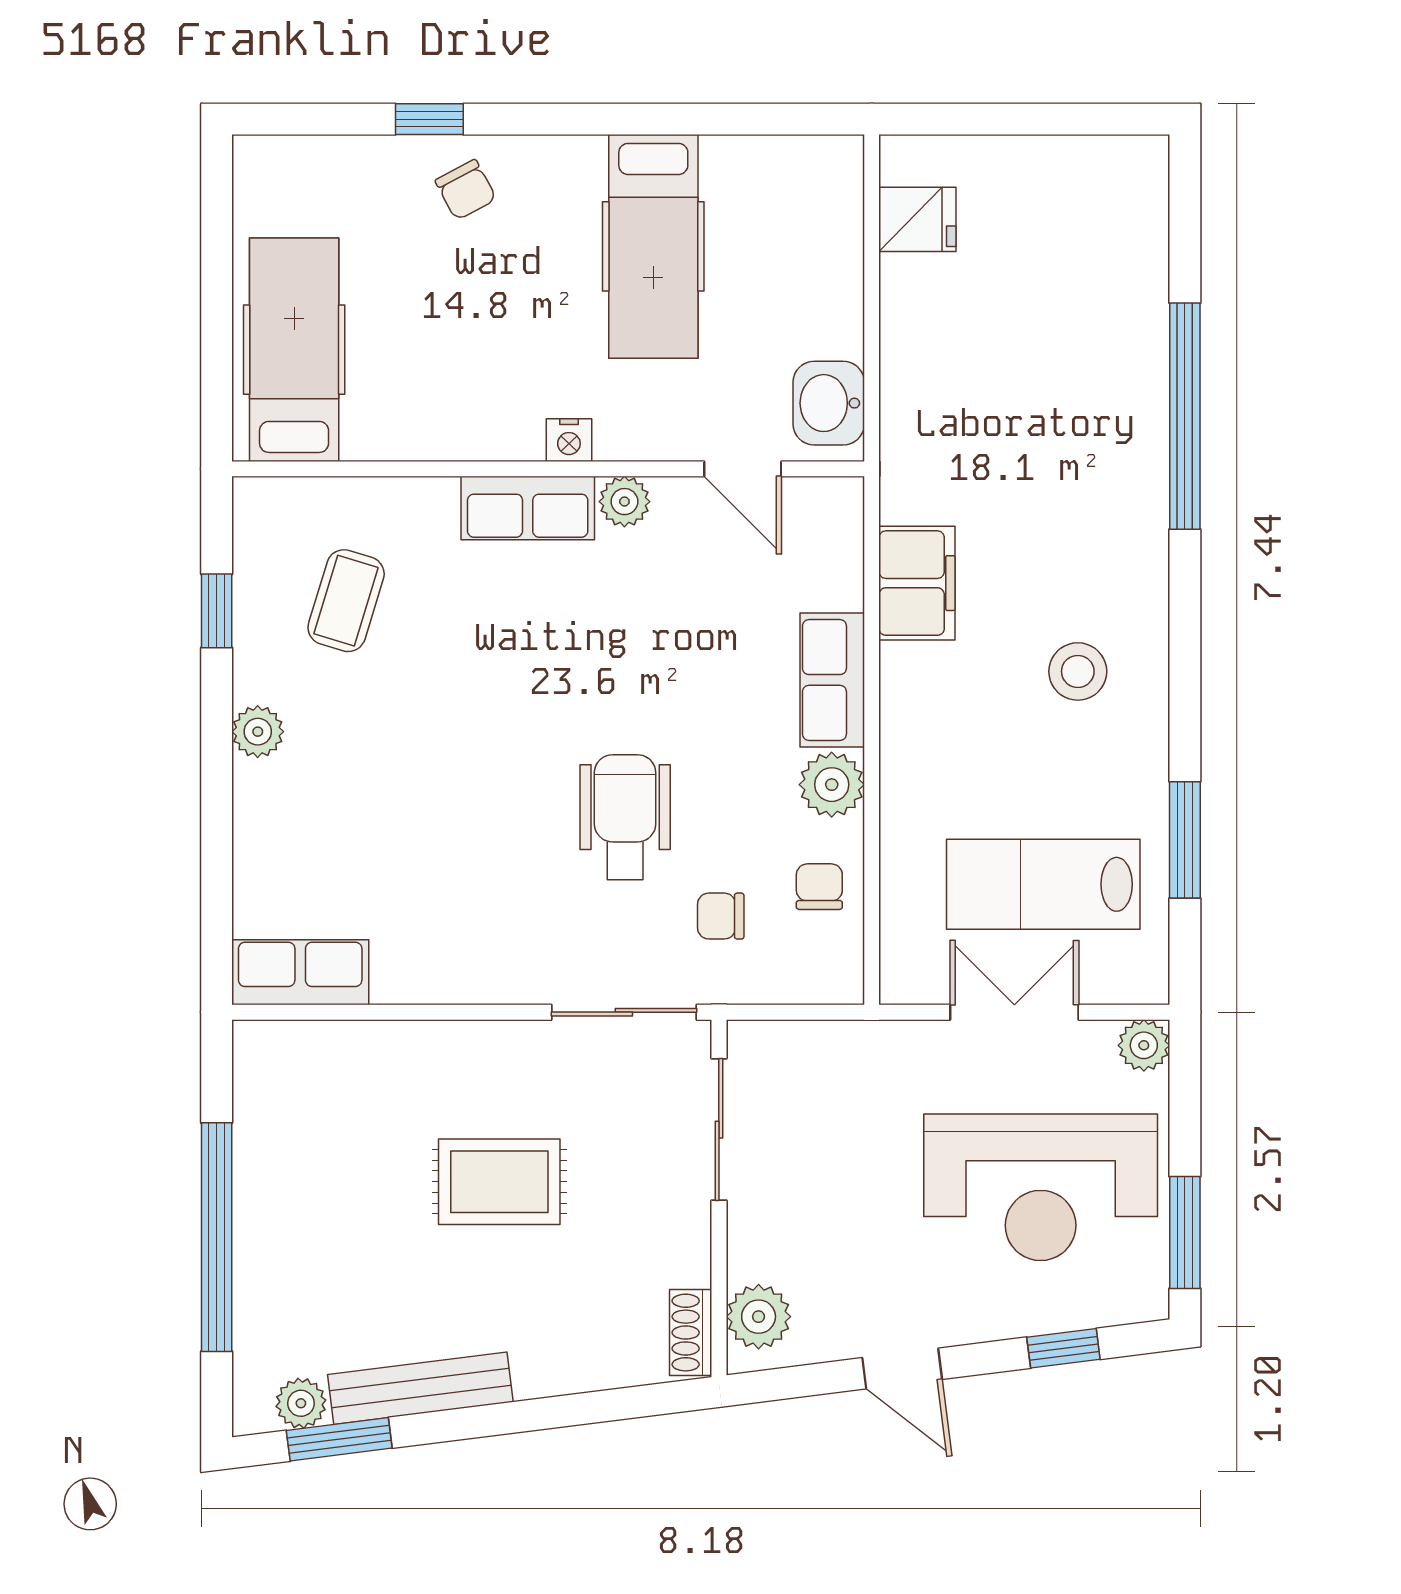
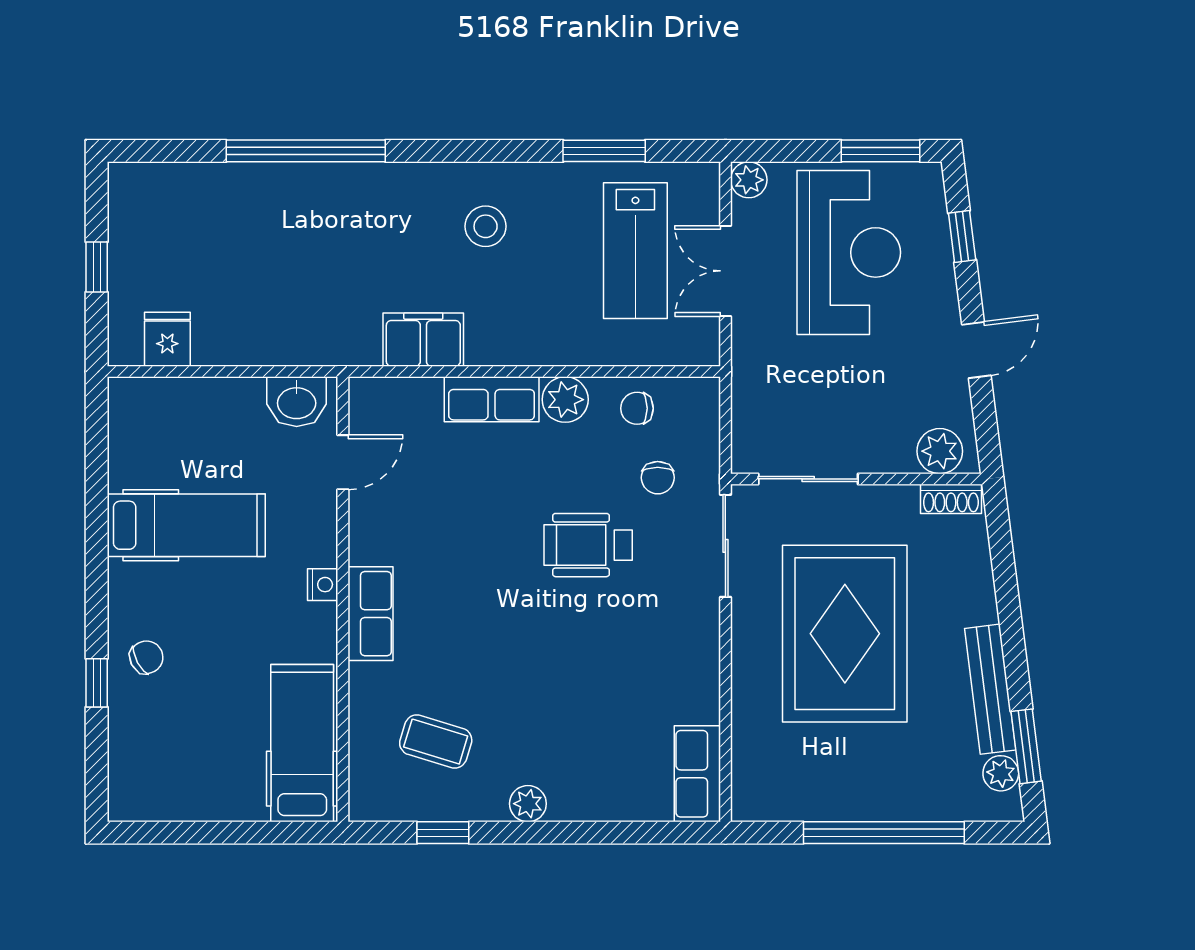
window: (1020, 119) -> (97, 267), added
hospital bed: (294, 350) -> (302, 743), moved, turned 90
plant: (624, 502) -> (366, 545), removed
rug: (499, 1182) -> (845, 634), width x1.86, depth x2.06

